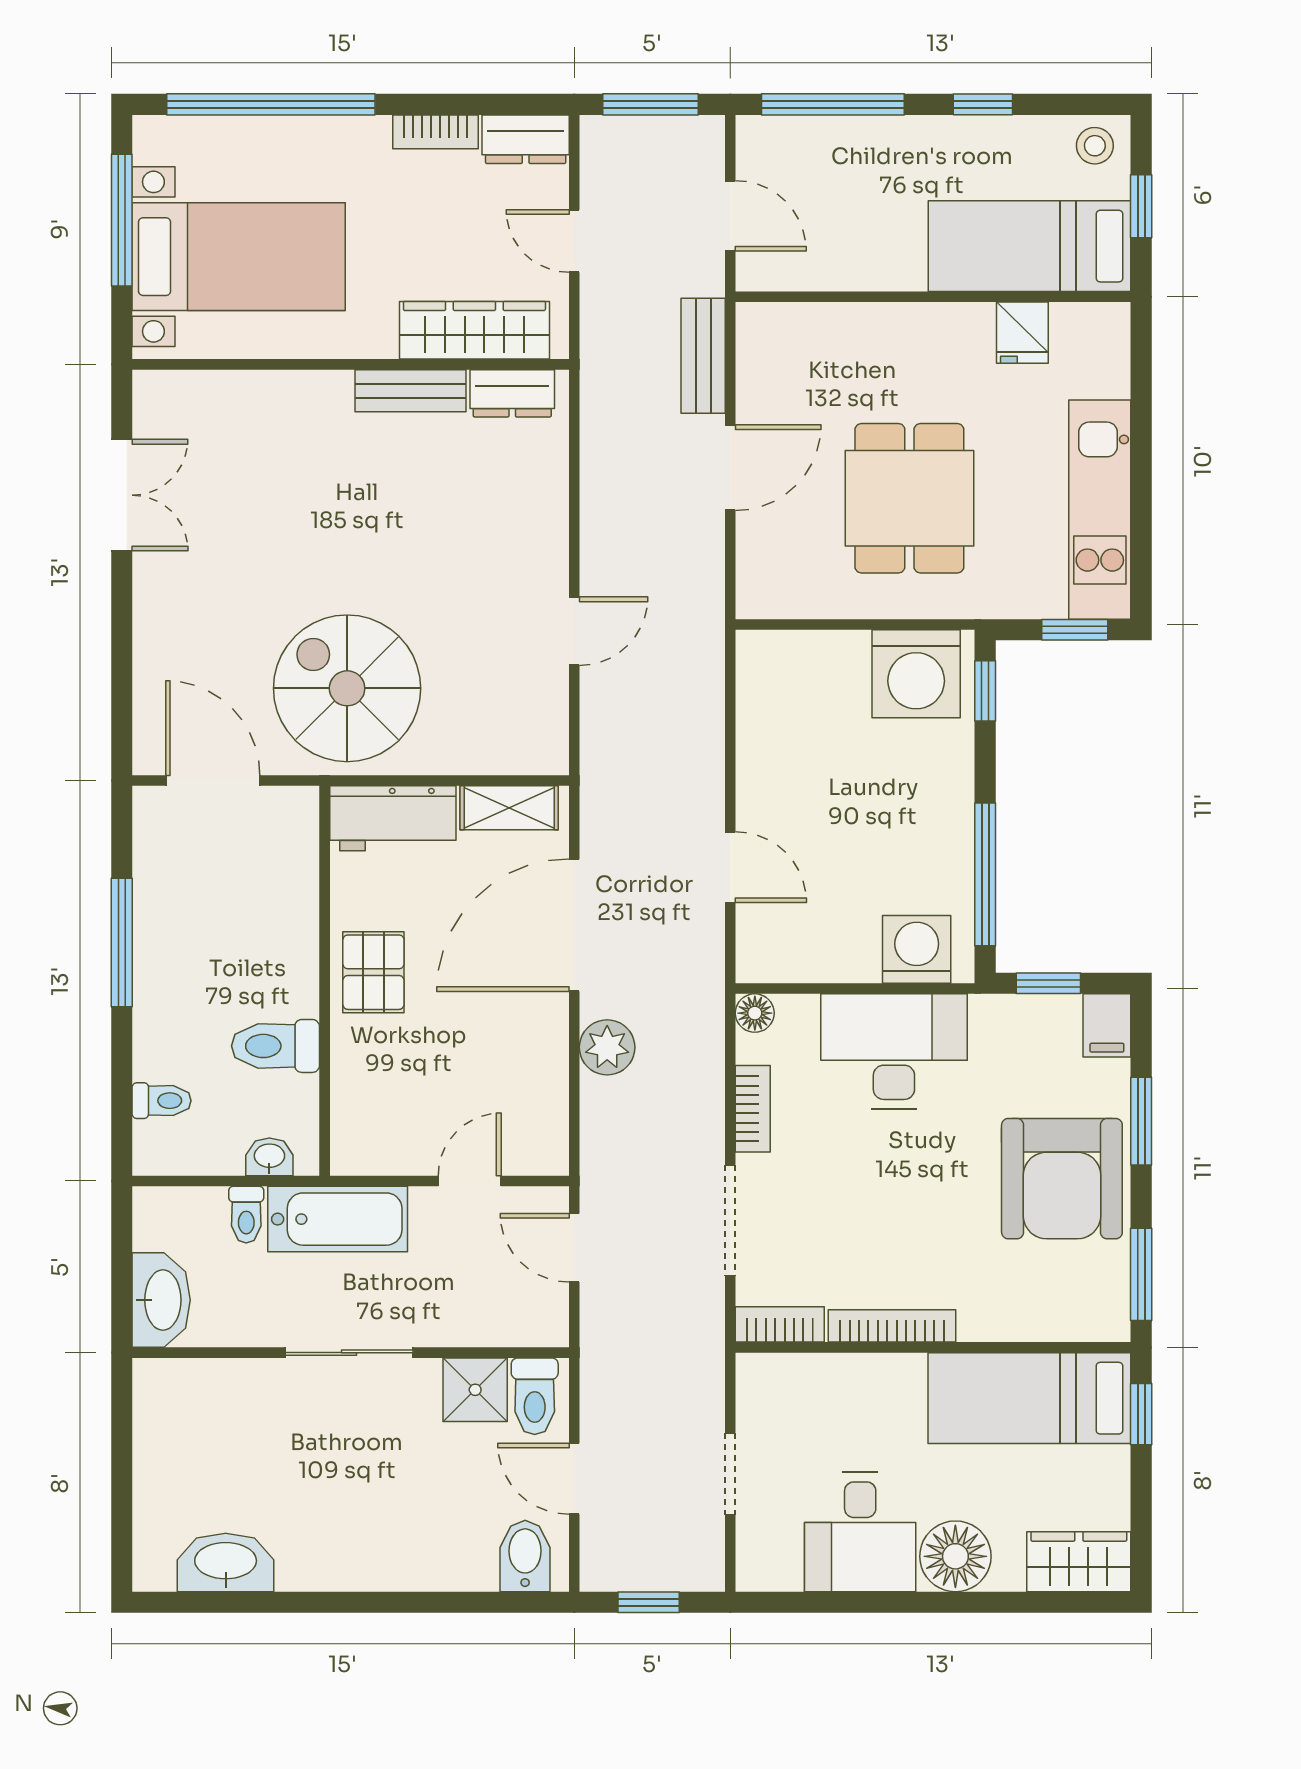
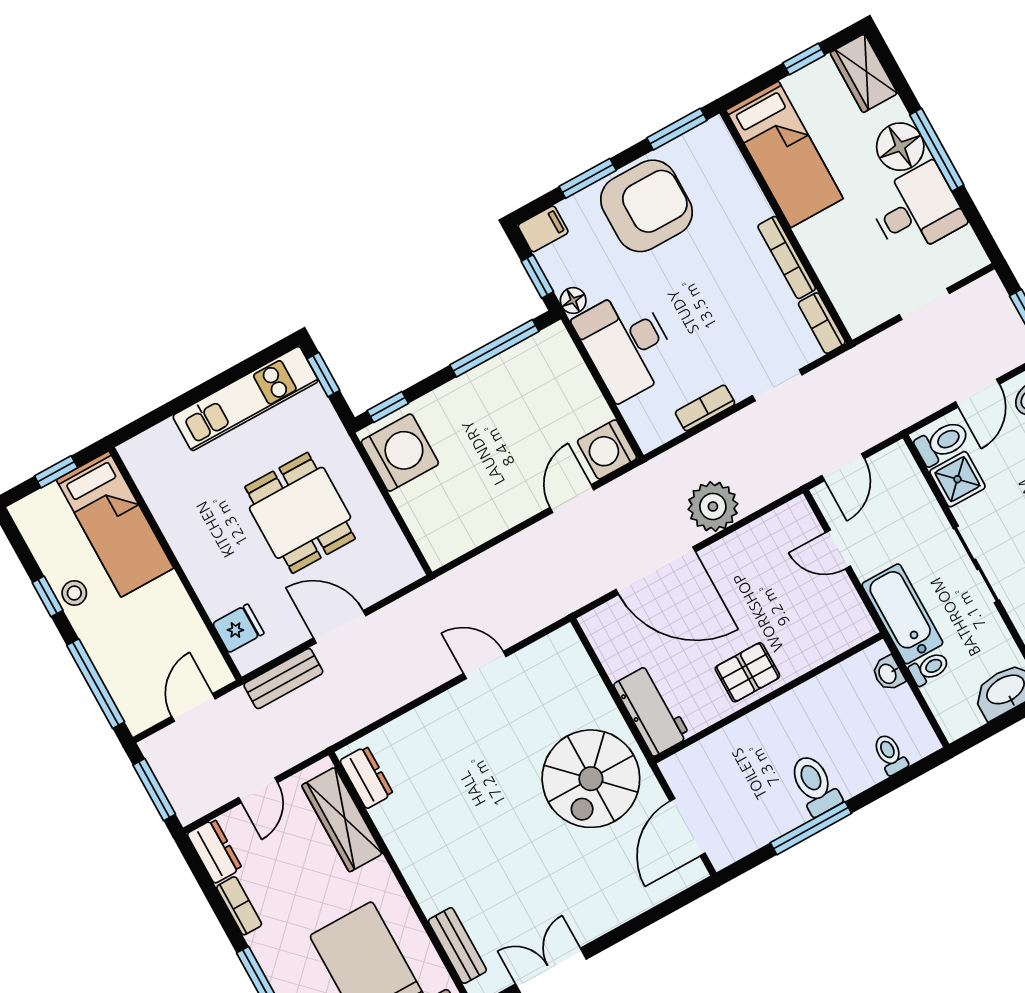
stool: (1095, 146) -> (74, 593), moved
fridge: (1022, 333) -> (238, 628), moved
bench: (410, 391) -> (457, 946), moved
dining table: (909, 498) -> (300, 513), turned 90
shelving: (509, 808) -> (608, 646), removed
washing machine: (917, 949) -> (607, 449), moved
floor lamp: (755, 1013) -> (573, 300), moved
toilet: (276, 1046) -> (815, 785), moved, turned 180
plant: (607, 1047) -> (713, 506), width x1.36, depth x1.36
doorway: (730, 1220) -> (777, 385), width x0.73
window: (1141, 1414) -> (804, 59), moved
window: (925, 1602) -> (937, 150), added

